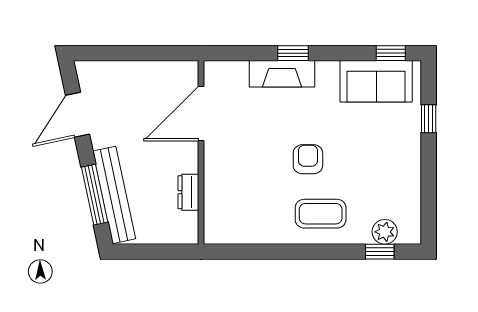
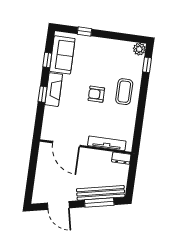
window: (391, 53) -> (47, 60), moved
fireplace: (282, 74) -> (54, 90), moved
dresser: (188, 192) -> (121, 158), moved
tv unit: (214, 193) -> (107, 143), added
plant: (385, 232) -> (139, 49), moved

